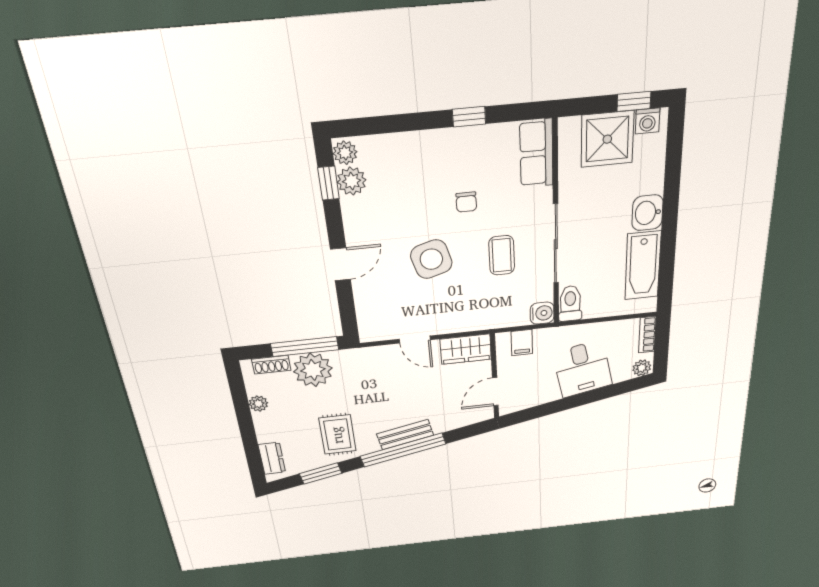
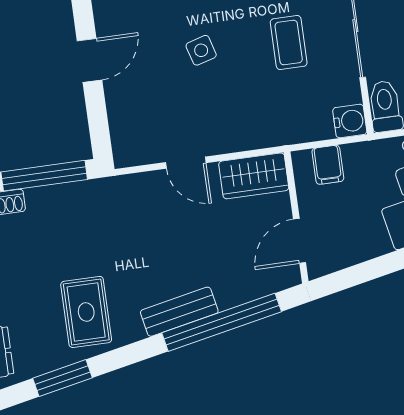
side table: (431, 259) -> (201, 50), width x0.54, depth x0.54
plant: (313, 370) -> (54, 210), removed
window: (403, 450) -> (222, 322), moved

